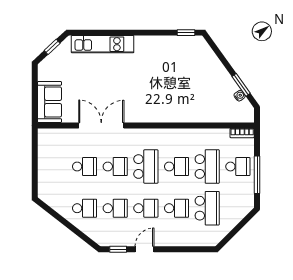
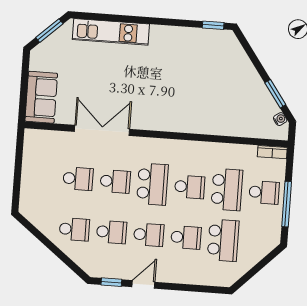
window: (52, 47) -> (49, 31), width x1.50
water cooler: (240, 96) -> (280, 119), moved

